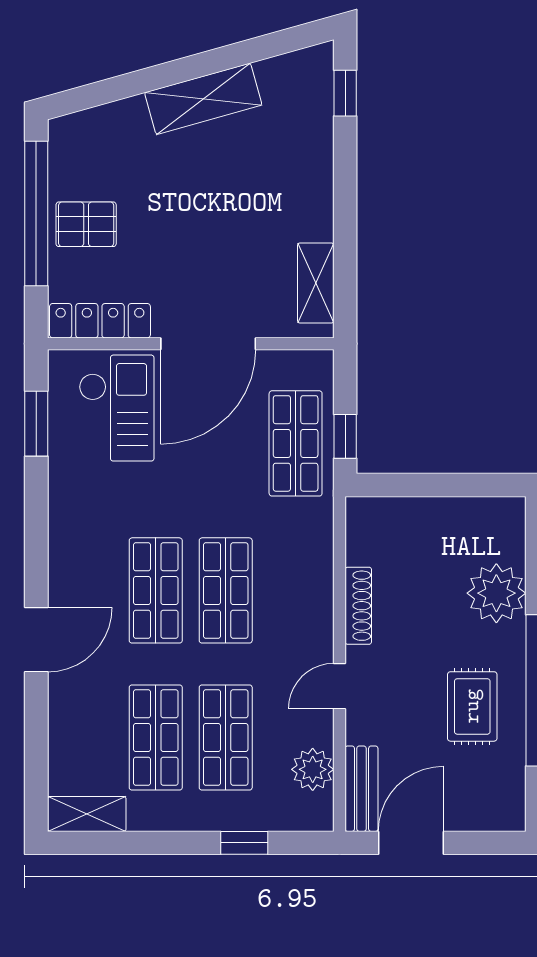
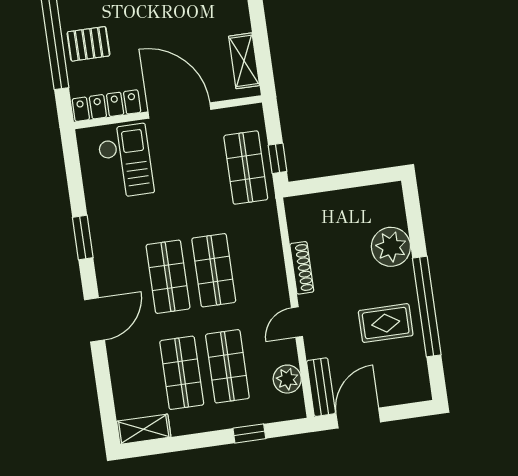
door: (208, 344) -> (179, 111), swing flipped
window: (36, 424) -> (83, 238), moved
rug: (472, 706) -> (386, 323), turned 90

